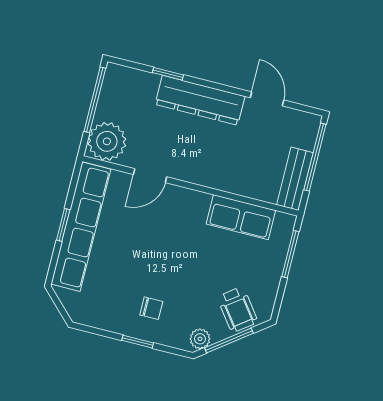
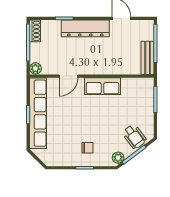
shoe rack: (112, 83) -> (35, 31), added
plant: (107, 141) -> (35, 68), width x0.53, depth x0.53
row of seats: (241, 217) -> (102, 86), moved

